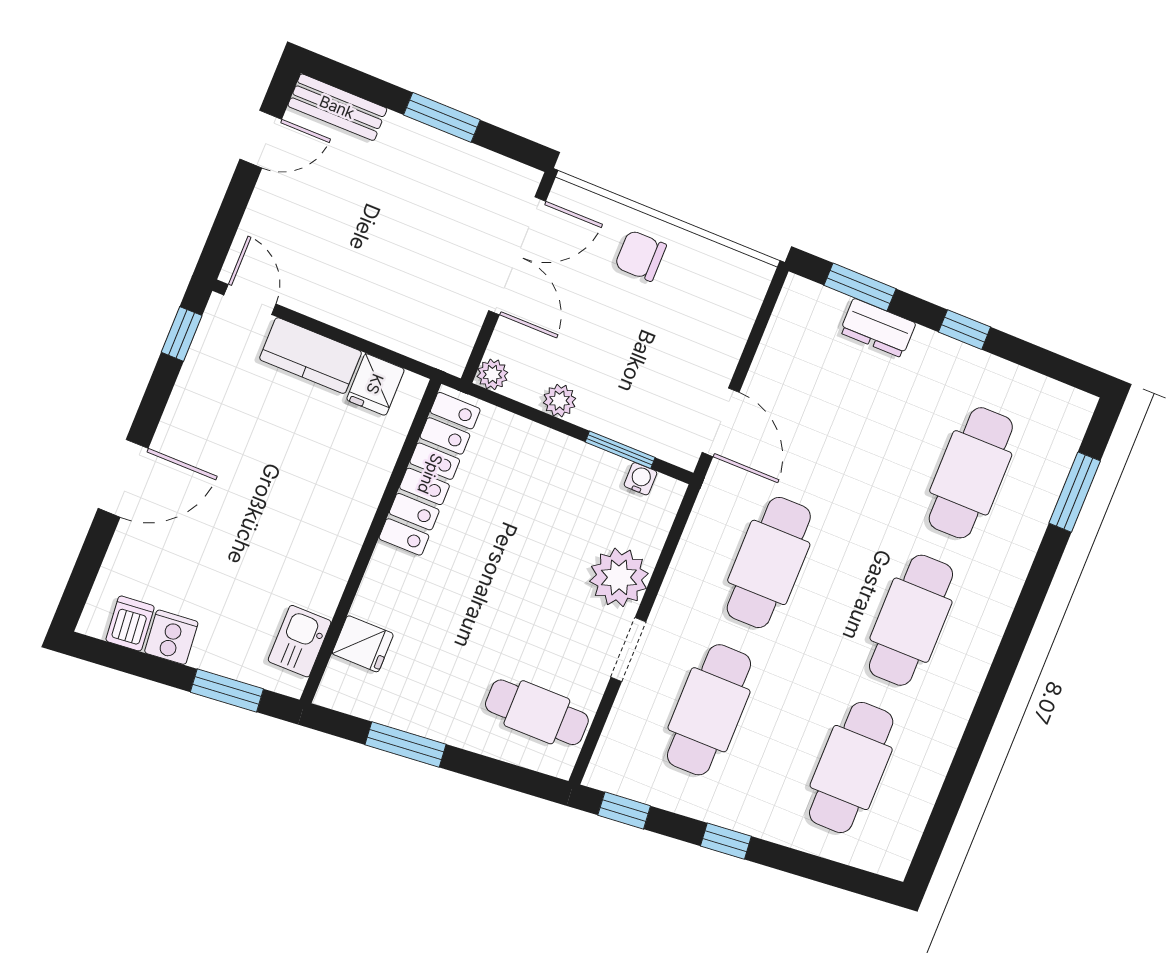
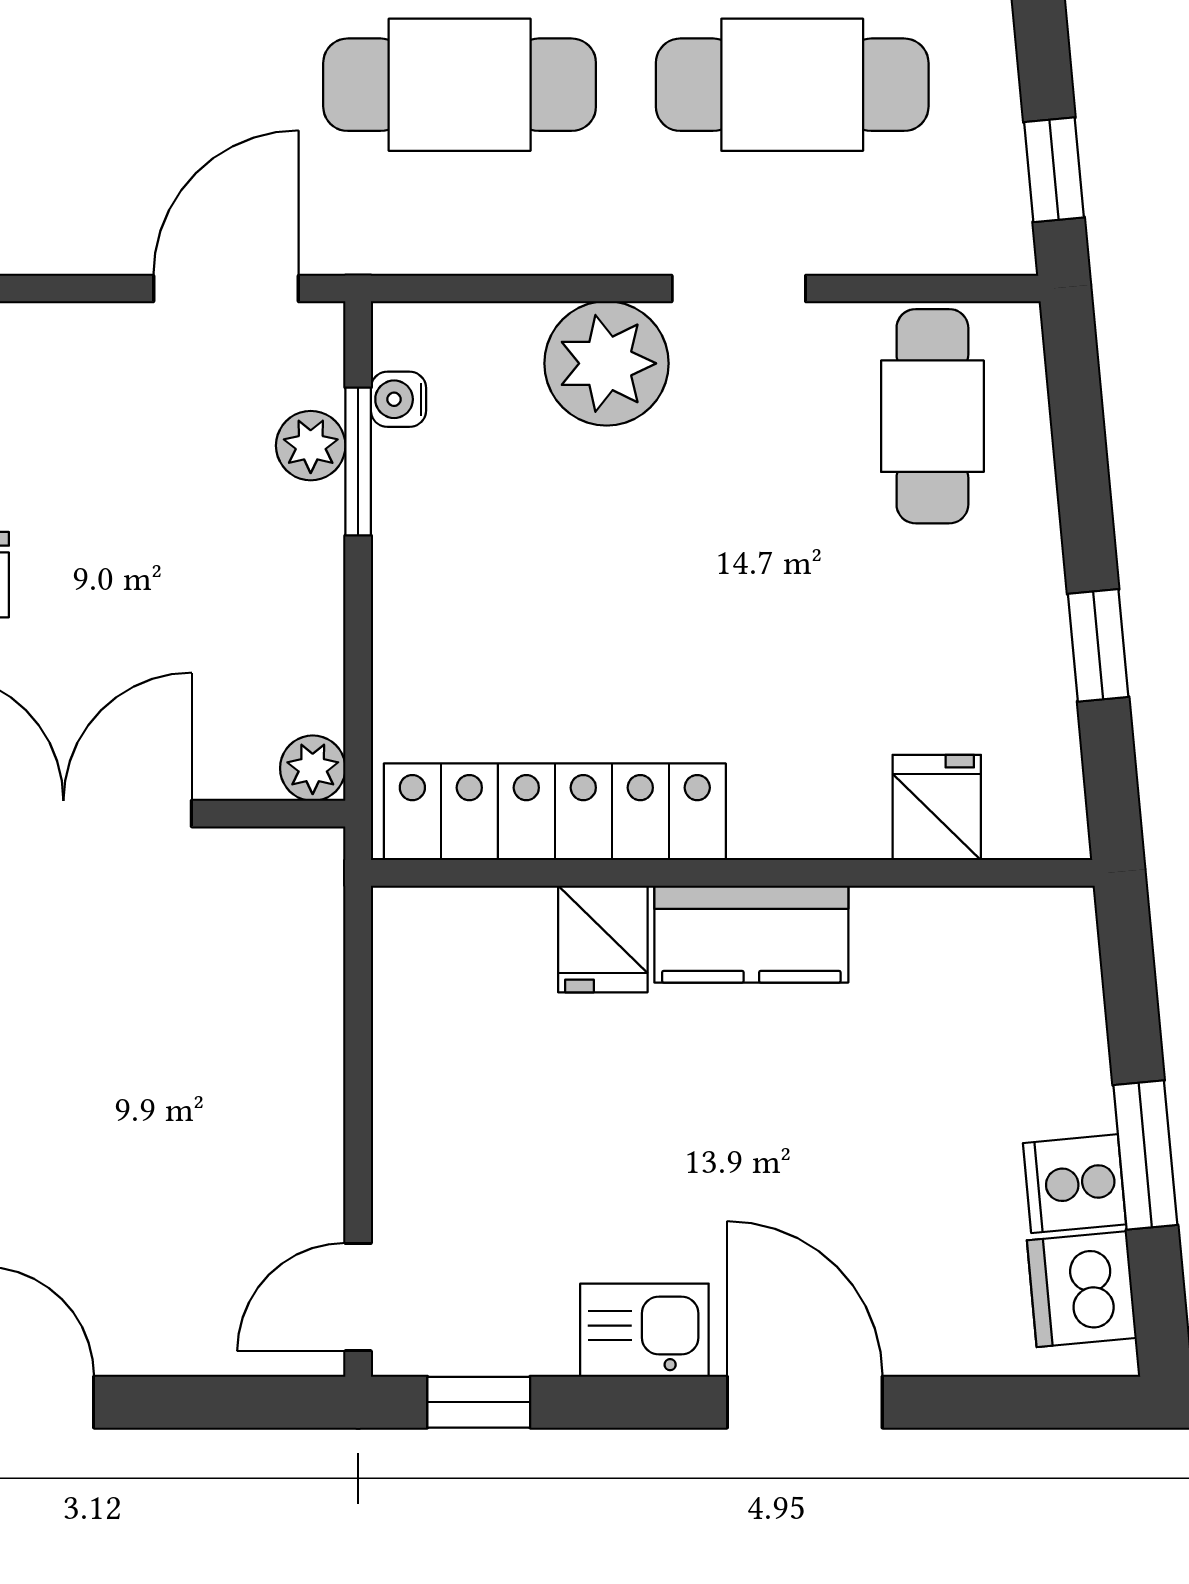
kitchen counter: (311, 356) -> (751, 934), moved, turned 90
fridge: (375, 384) -> (603, 939), moved, turned 90
plant: (560, 401) -> (311, 446), moved
dishwasher: (130, 623) -> (1082, 1289), width x1.38
kitchen sink: (300, 641) -> (644, 1330), moved, turned 180
window: (227, 690) -> (1145, 1155), moved
window: (406, 744) -> (1098, 645), width x0.67

